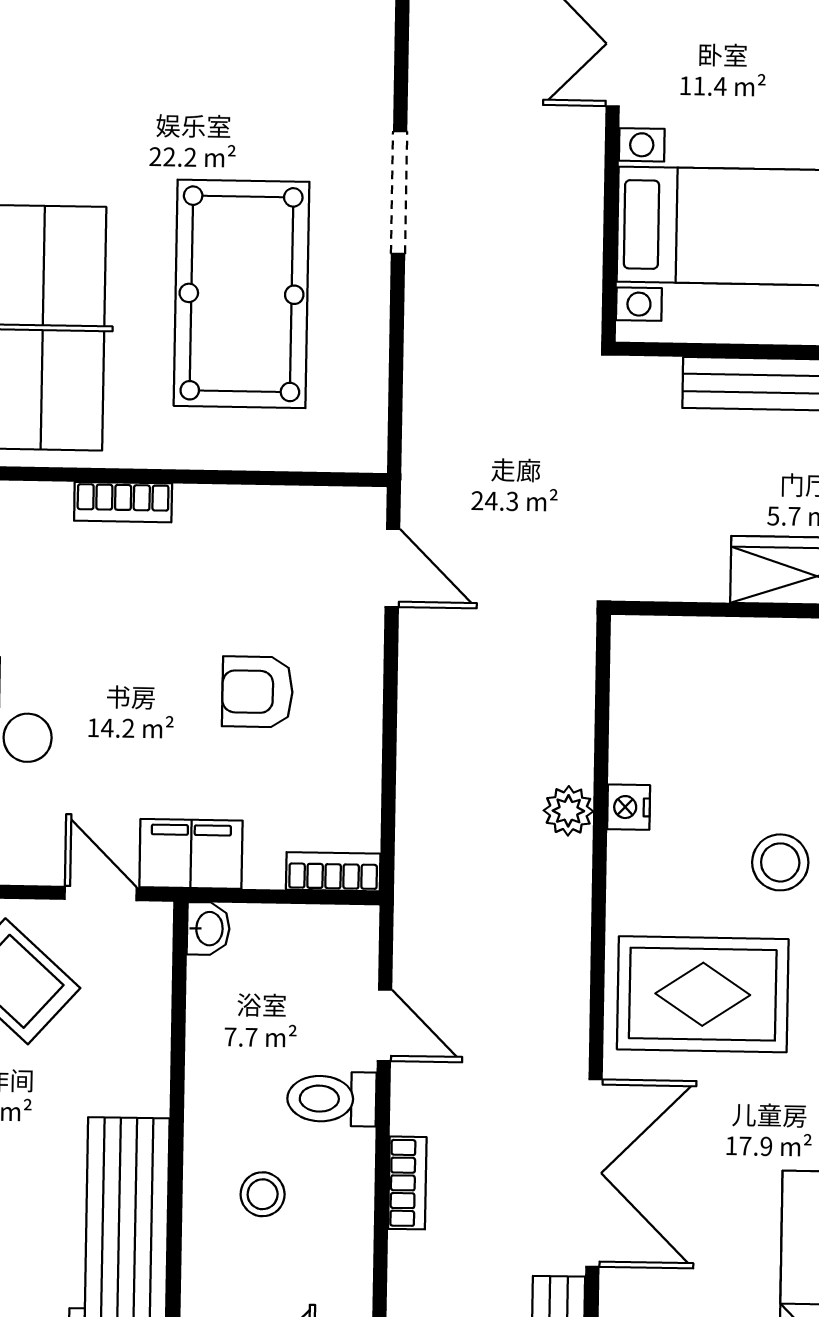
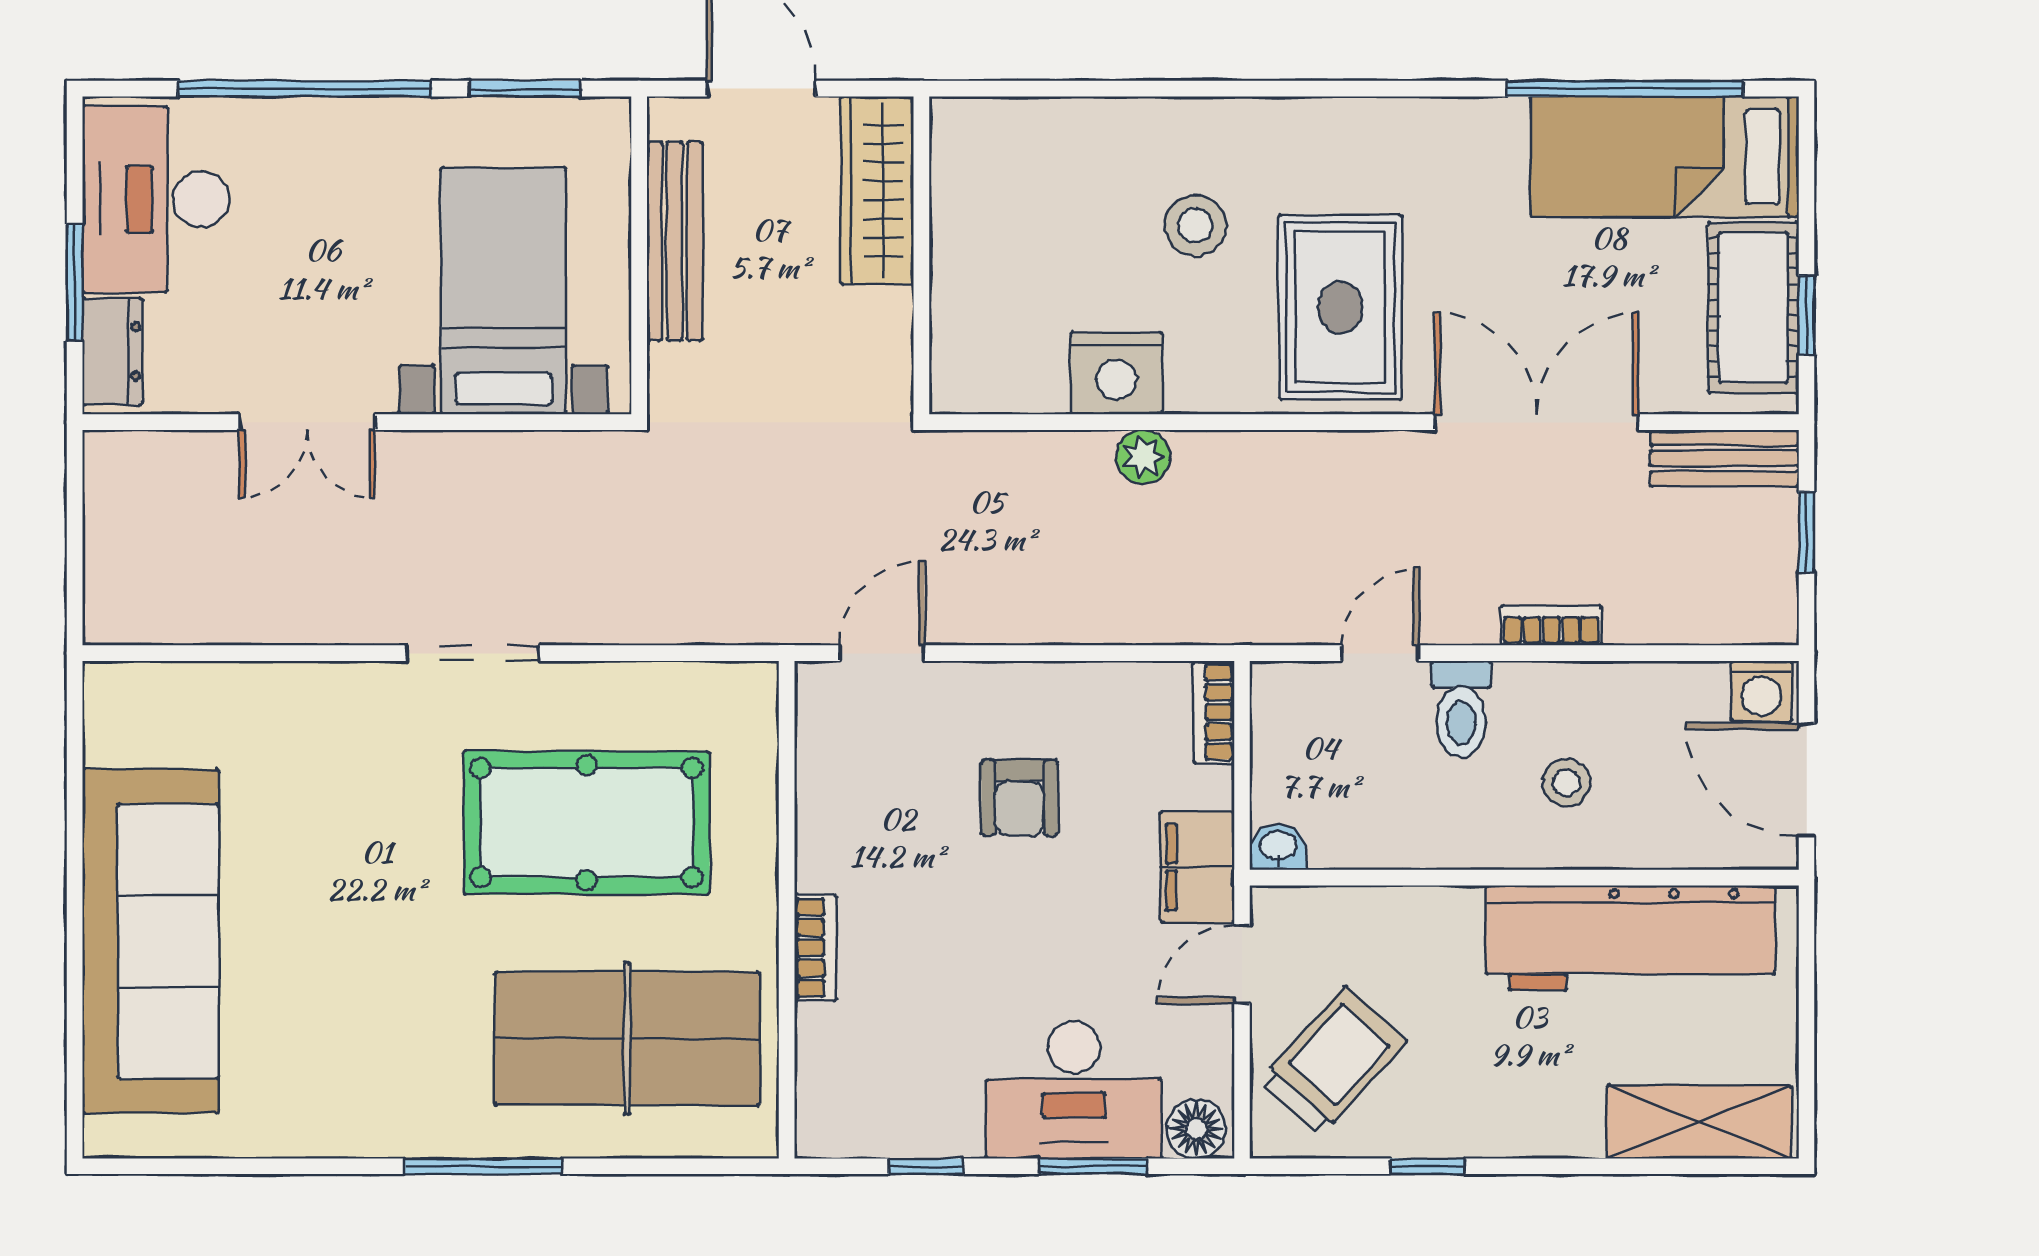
nightstand: (629, 807) -> (1116, 373), width x1.89, depth x1.79

